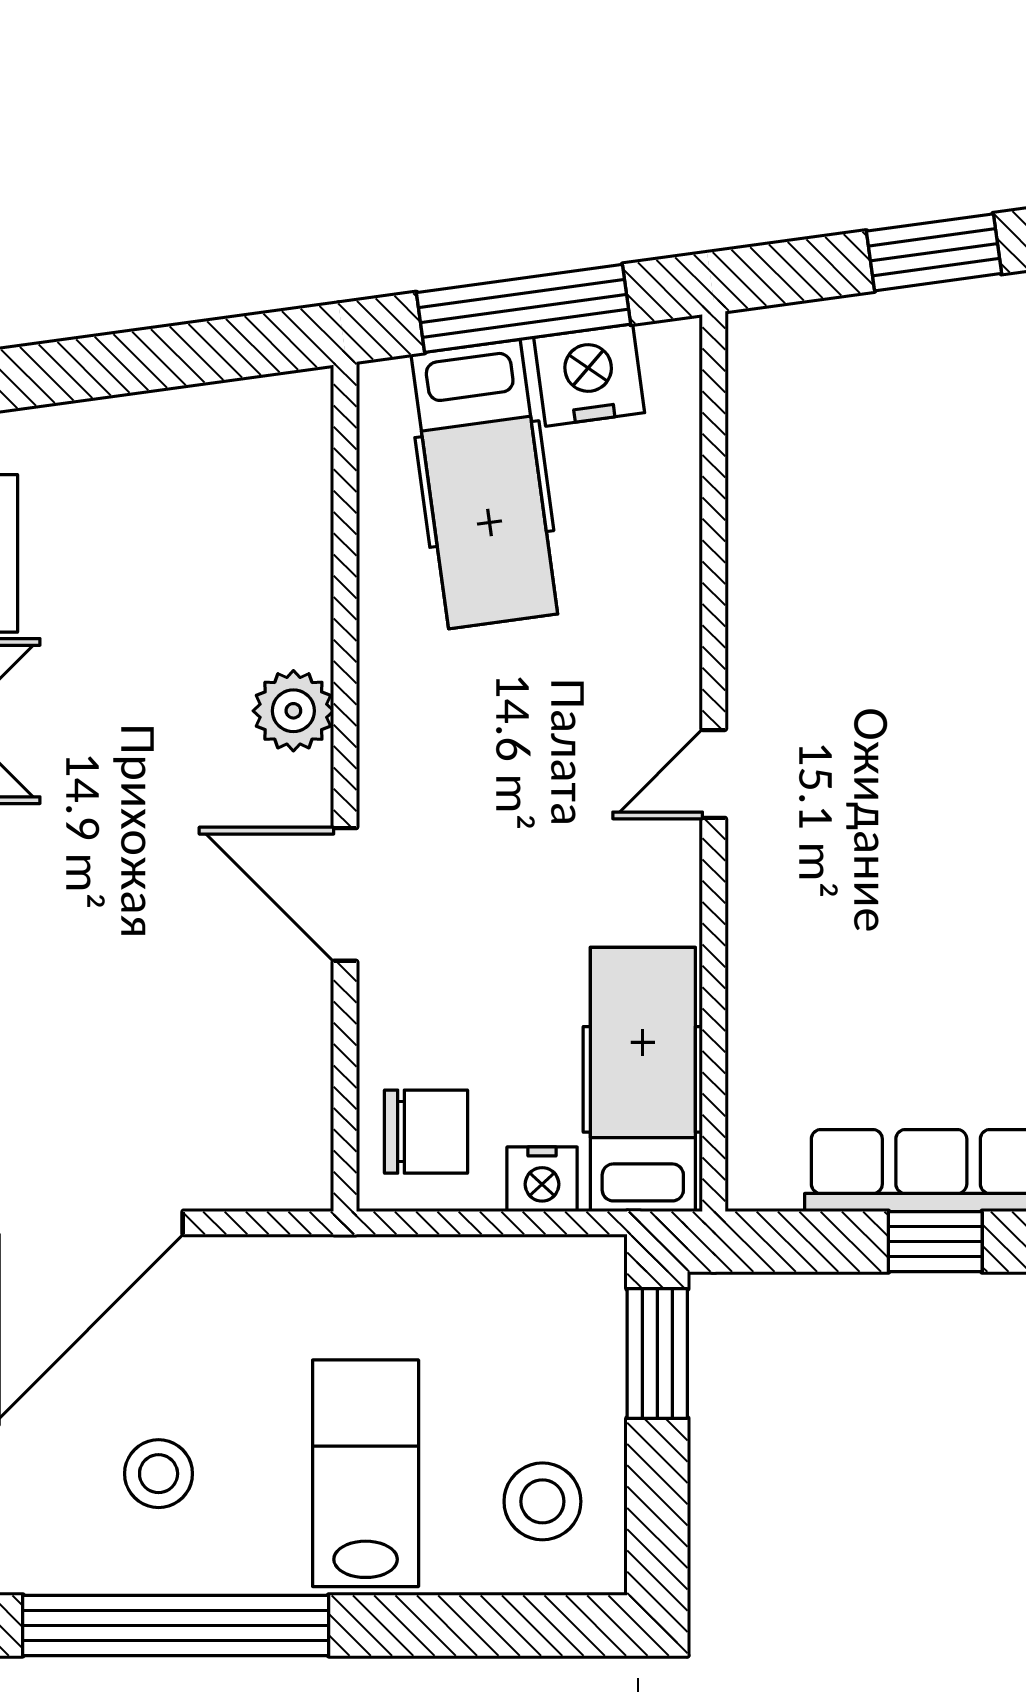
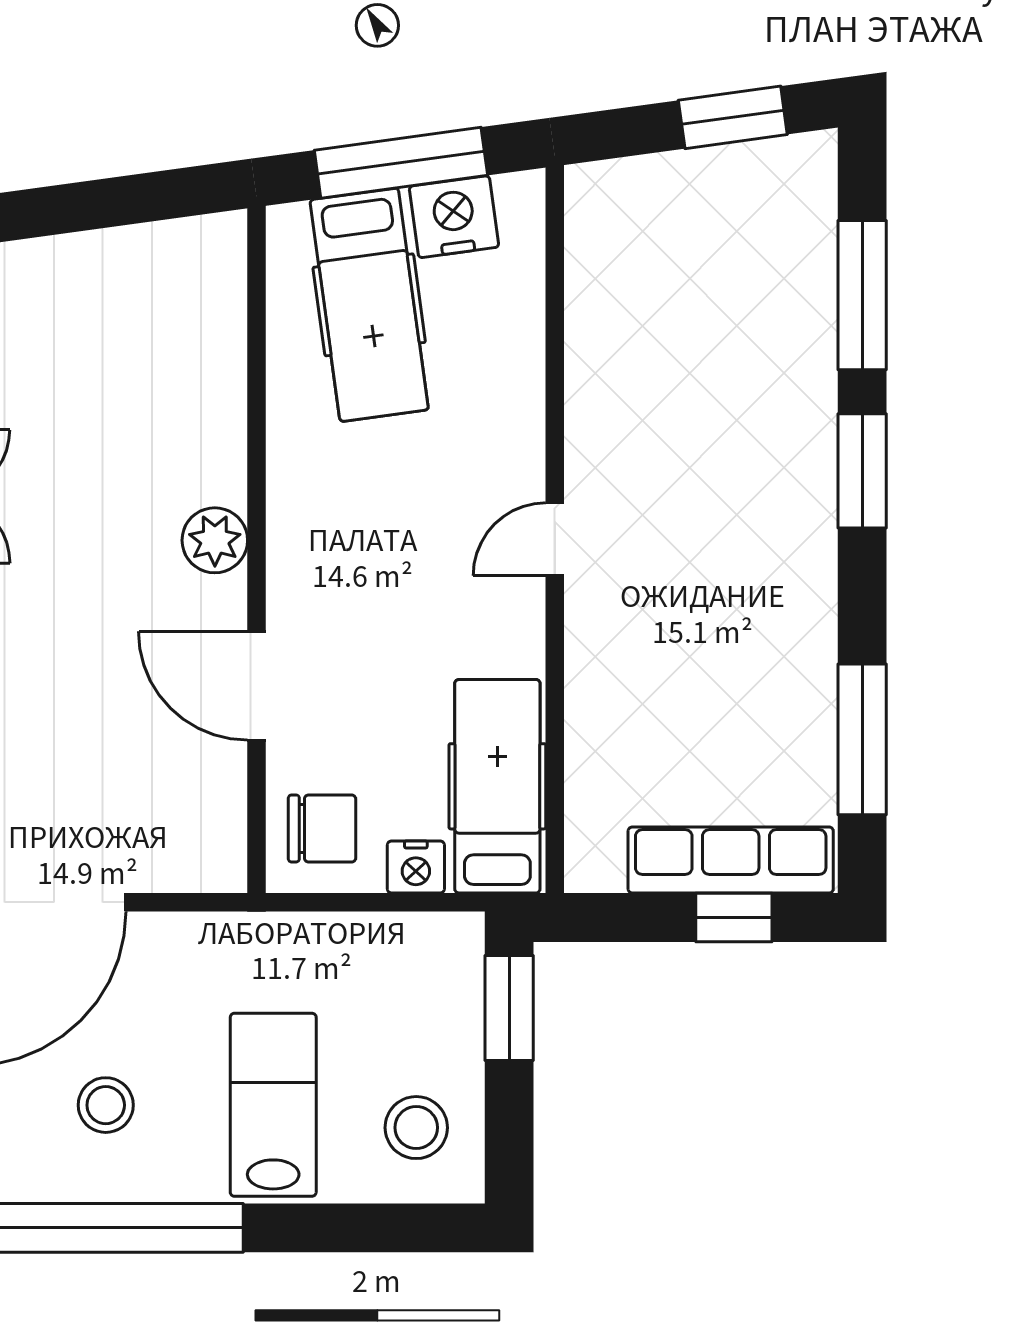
plant: (293, 711) -> (215, 540), moved
door: (345, 894) -> (257, 686), moved

